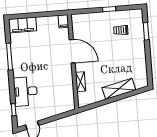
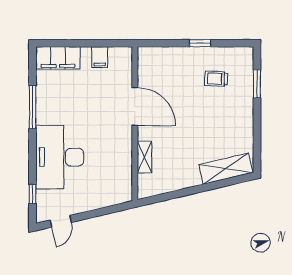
filing cabinet: (63, 21) -> (100, 57), moved
shelving: (119, 89) -> (226, 169), moved
desk: (26, 91) -> (60, 157), width x1.36, depth x1.30

